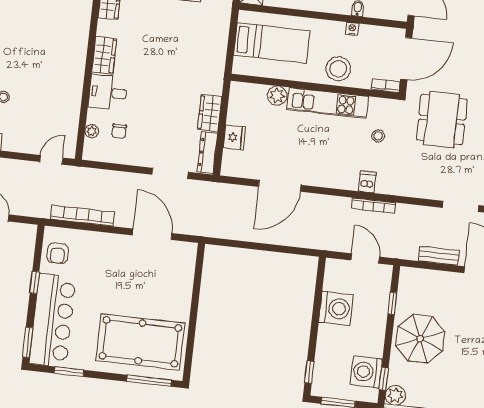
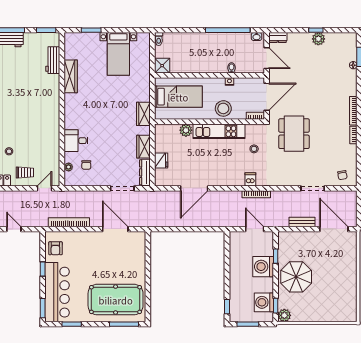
wardrobe: (104, 55) -> (143, 114), moved, turned 180
trolley: (24, 132) -> (25, 173), added
washing machine: (336, 308) -> (263, 267), moved, turned 180

